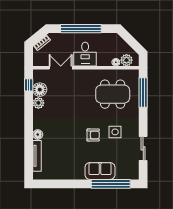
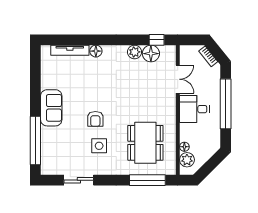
sofa: (100, 171) -> (51, 108), moved

